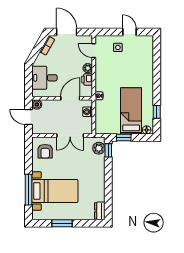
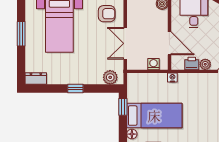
window: (108, 150) -> (75, 89), moved
armchair: (45, 151) -> (107, 14), turned 180

